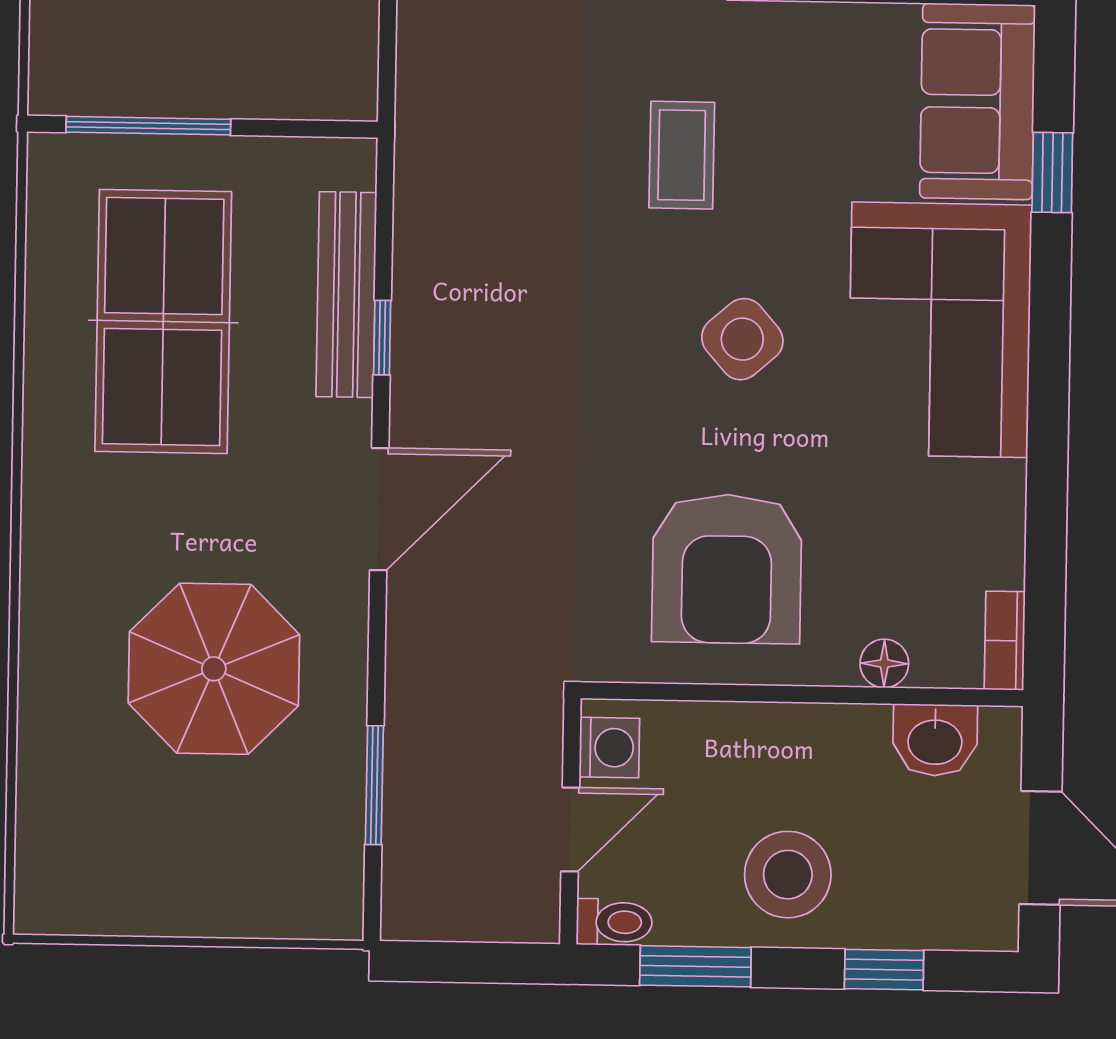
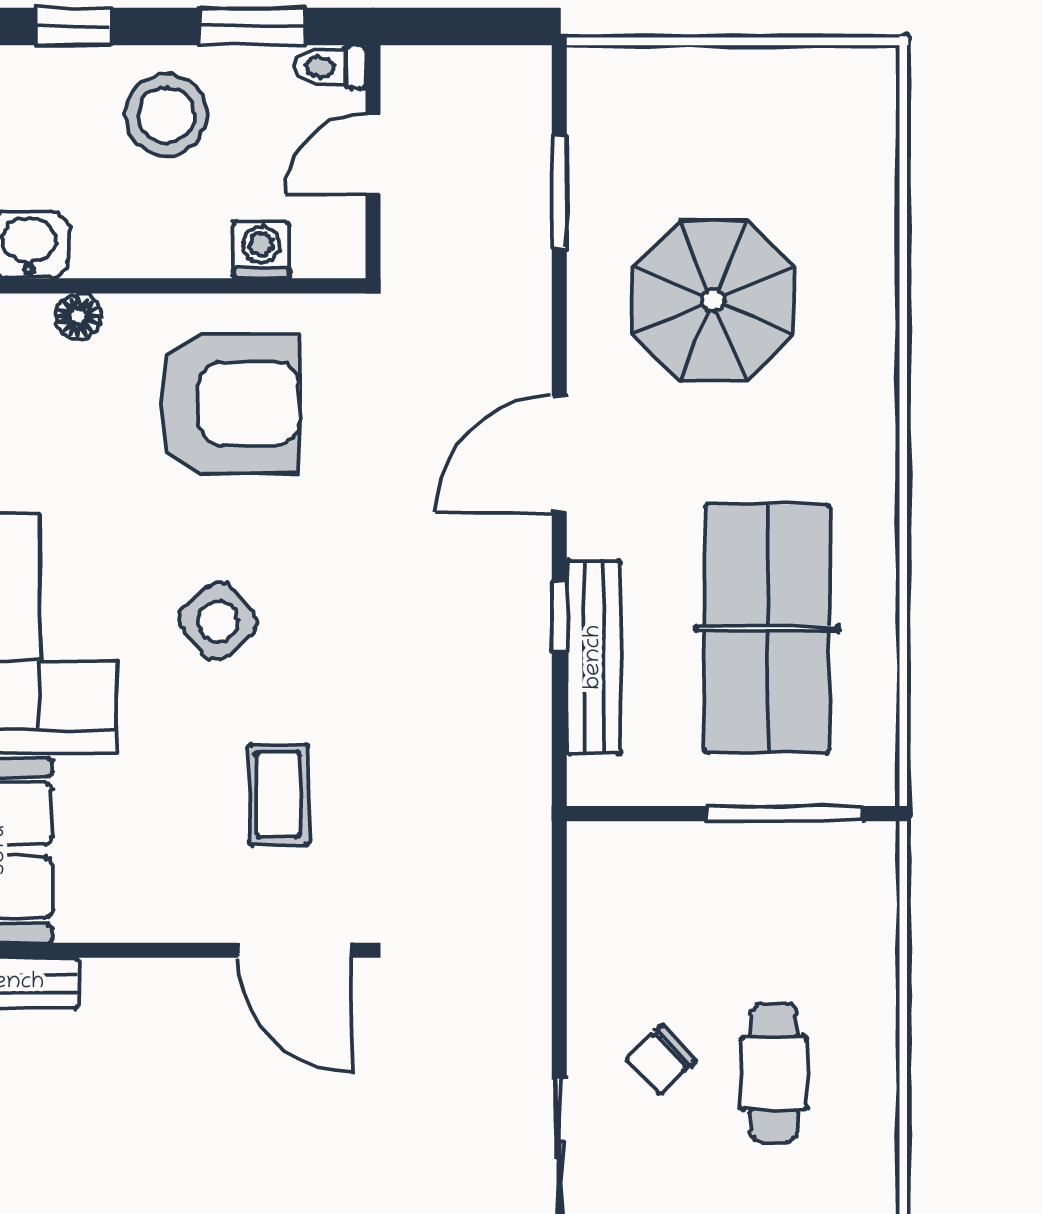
armchair: (727, 569) -> (229, 404), turned 90
washing machine: (609, 748) -> (261, 250), moved, turned 90

